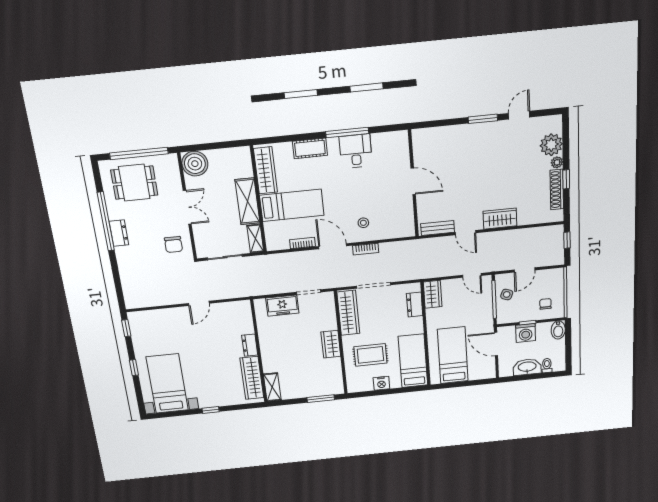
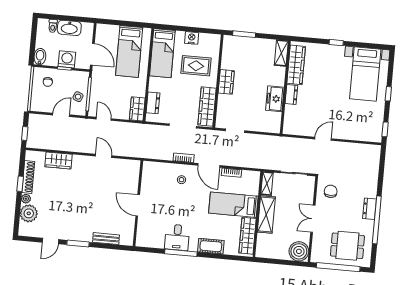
wardrobe: (500, 219) -> (58, 160), moved
bench: (438, 228) -> (106, 239), moved
freezer: (282, 306) -> (275, 99), moved, turned -90

